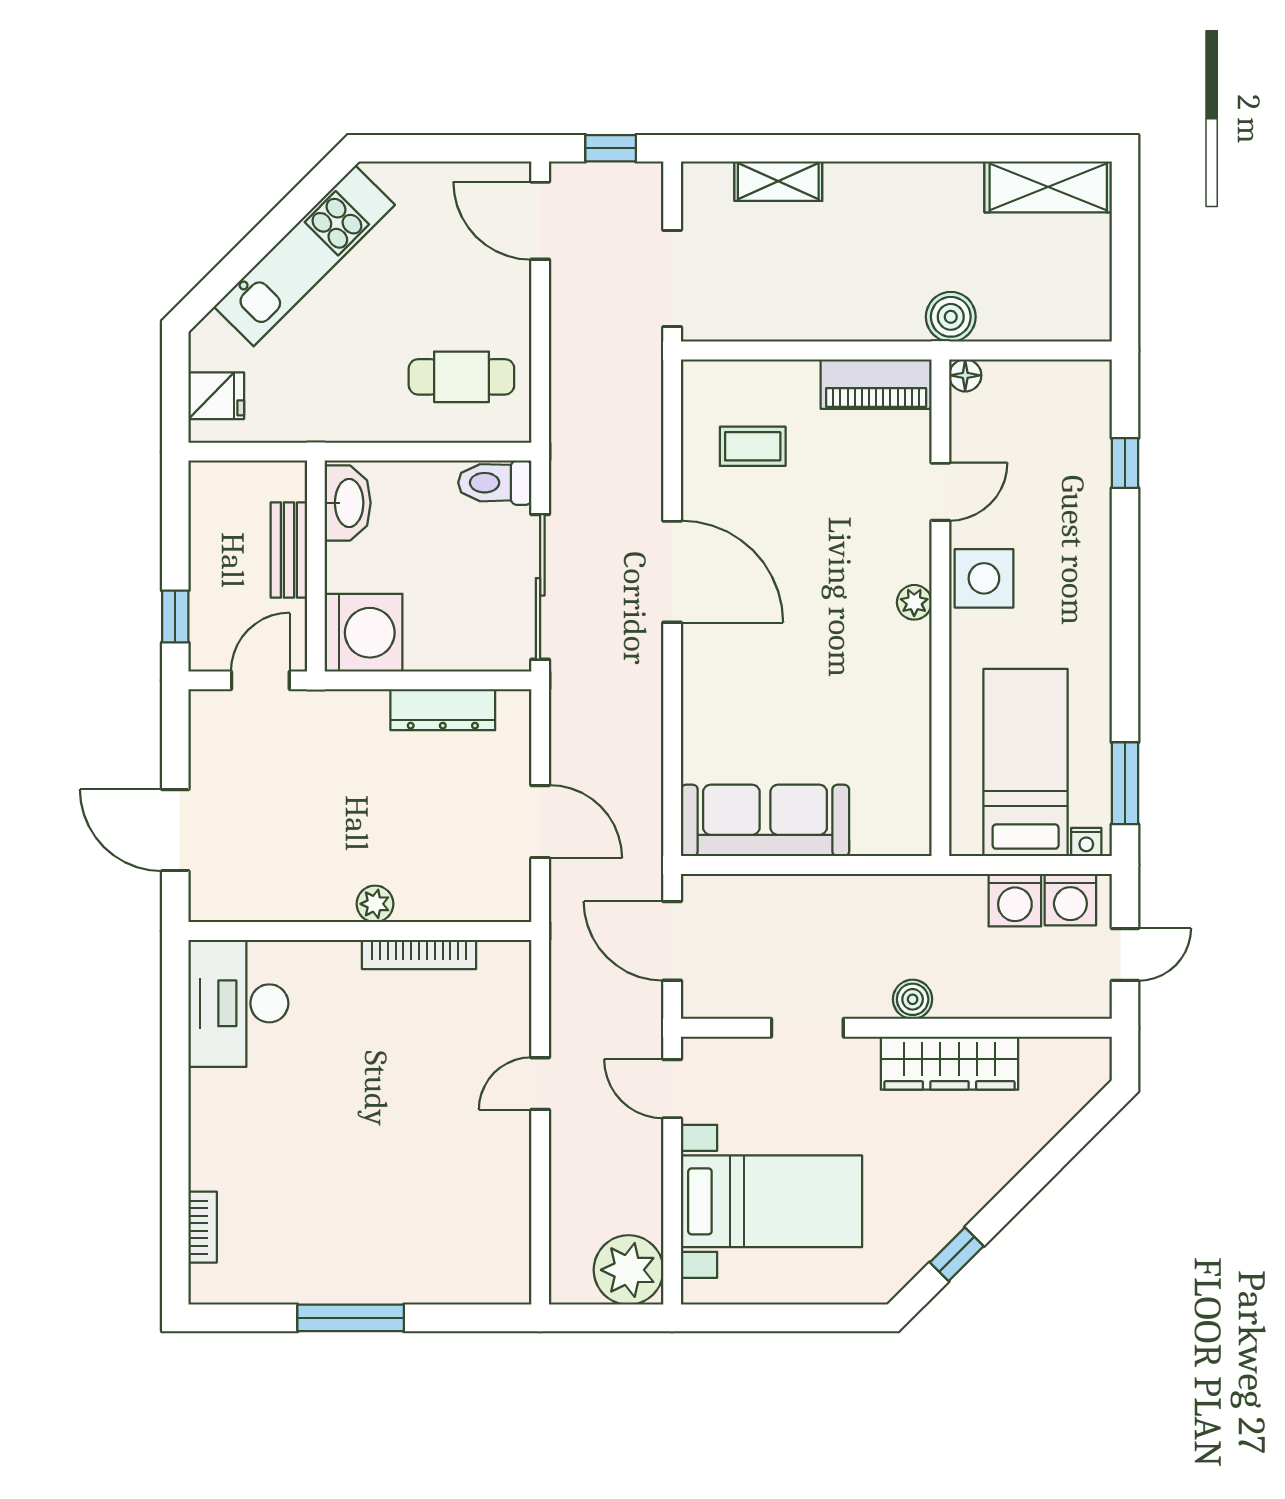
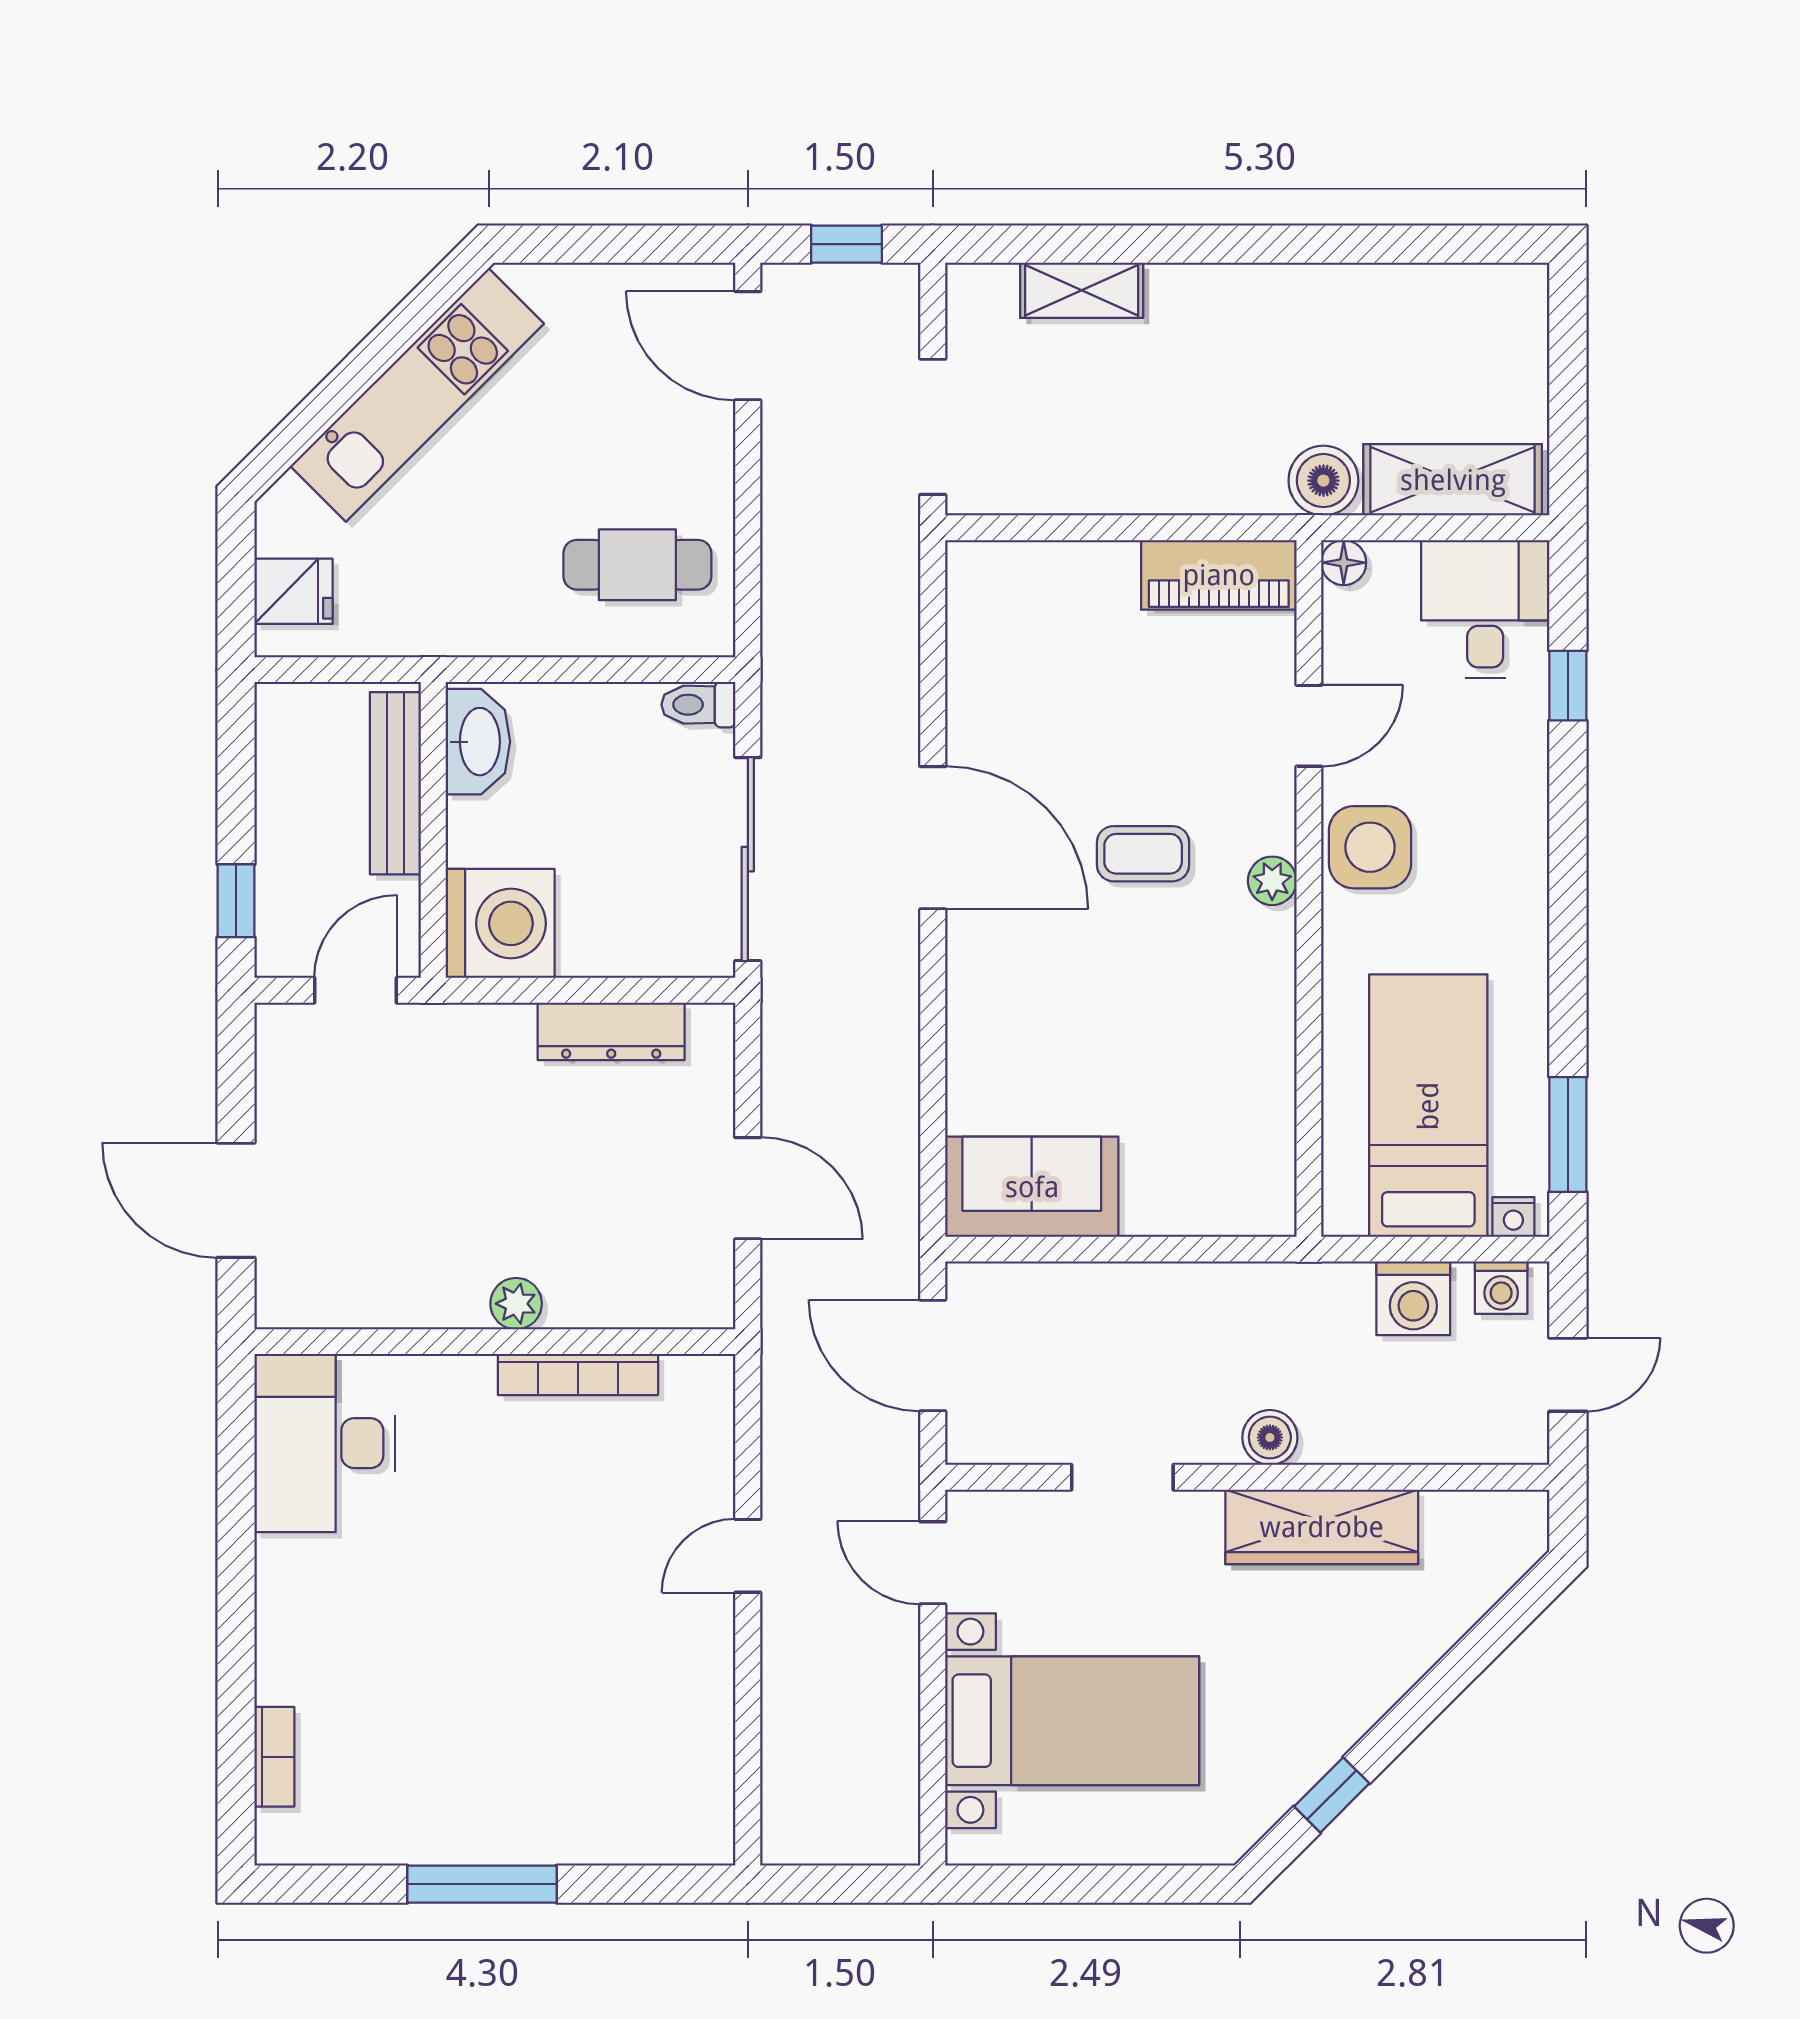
shelving: (1048, 187) -> (1453, 480), moved
desk: (1066, 409) -> (1485, 609), added
coffee table: (753, 446) -> (1143, 854), moved
toilet: (495, 483) -> (698, 705), width x0.73, depth x0.72
bench: (289, 550) -> (395, 783), width x1.36
sofa: (765, 820) -> (1032, 1187), width x0.73
washing machine: (1070, 900) -> (1501, 1288), width x0.73, depth x0.73
plant: (629, 1270) -> (872, 1817), removed

